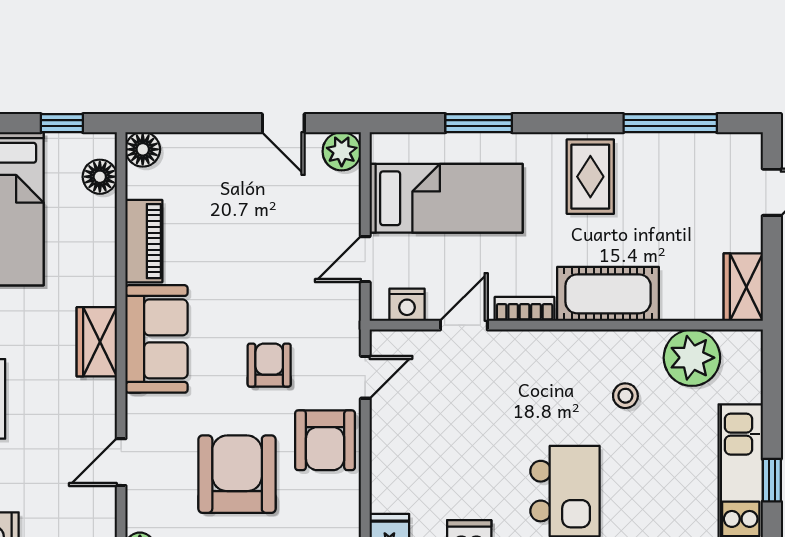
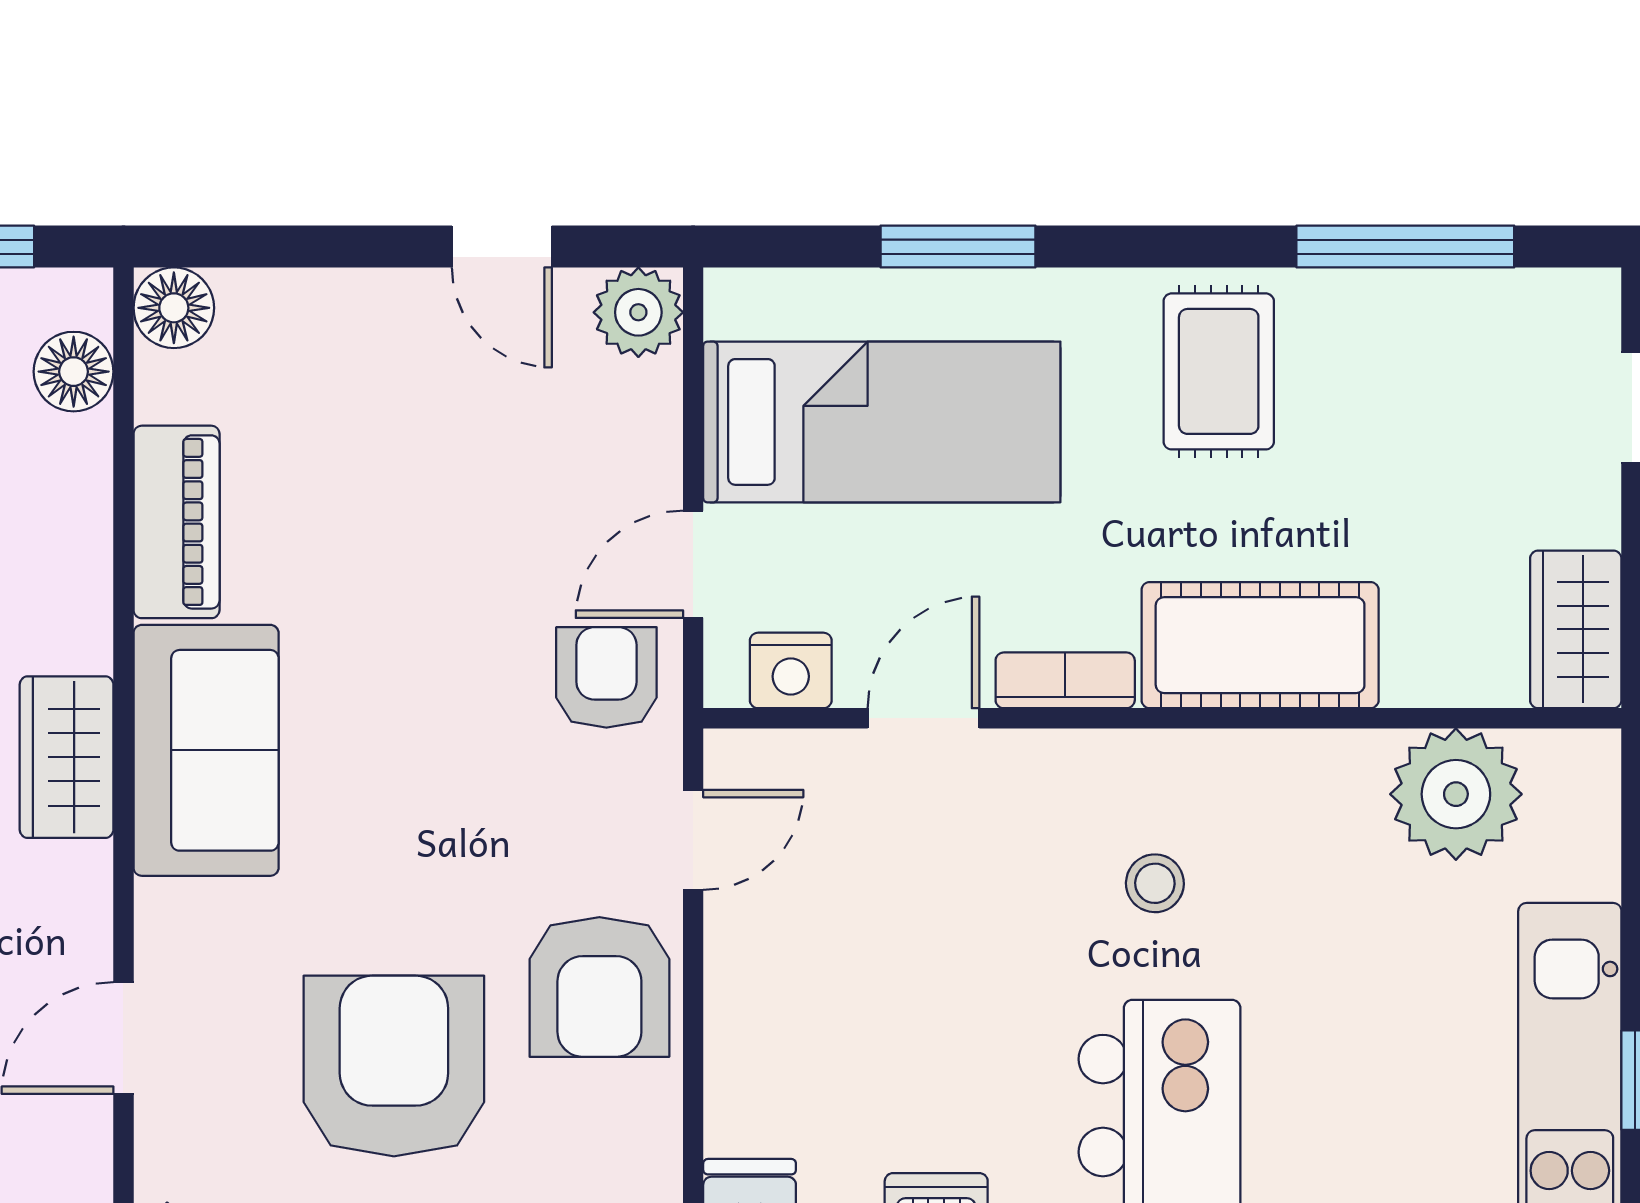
armchair: (269, 365) -> (606, 677), moved
stool: (625, 396) -> (1155, 883), moved

